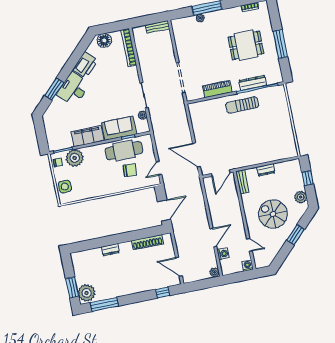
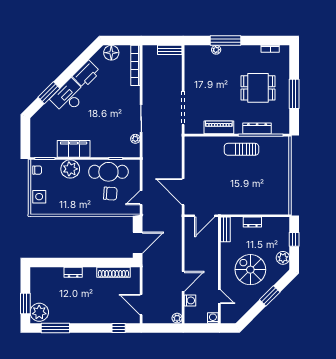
sofa: (119, 128) -> (108, 147), removed
plant: (75, 158) -> (70, 169), moved

